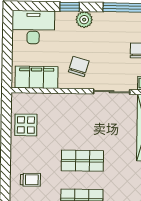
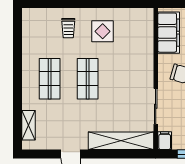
display table: (26, 125) -> (103, 31), moved

